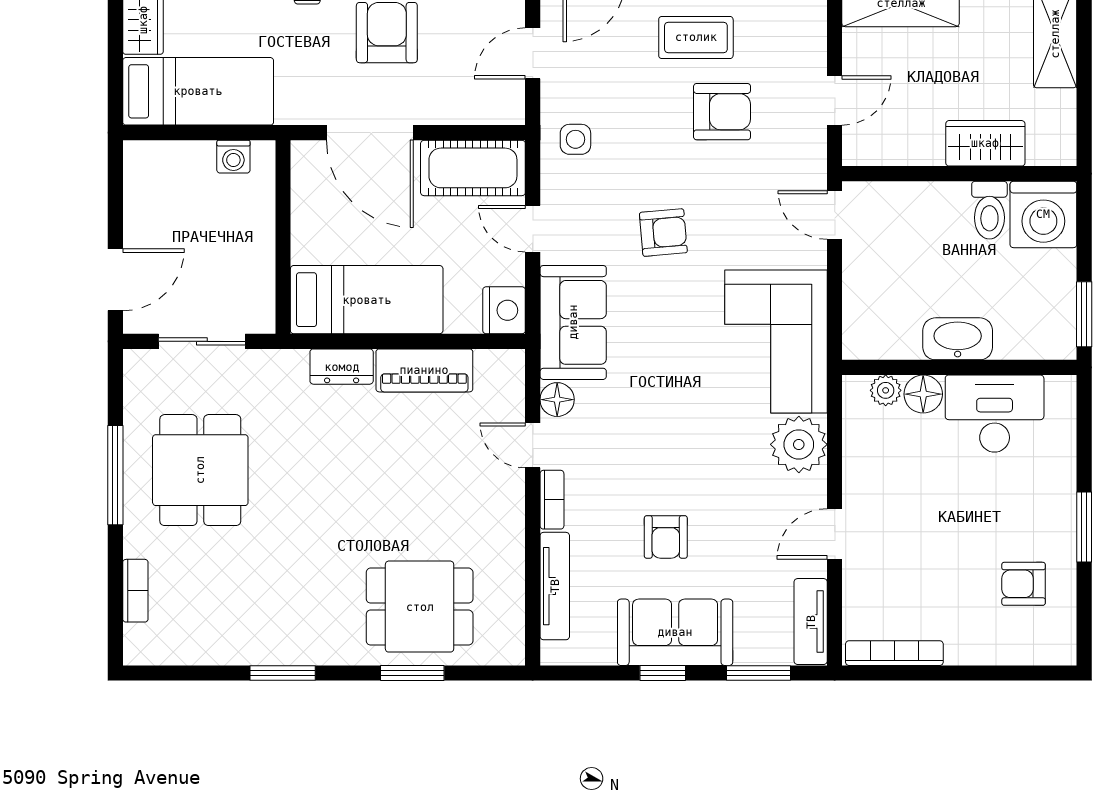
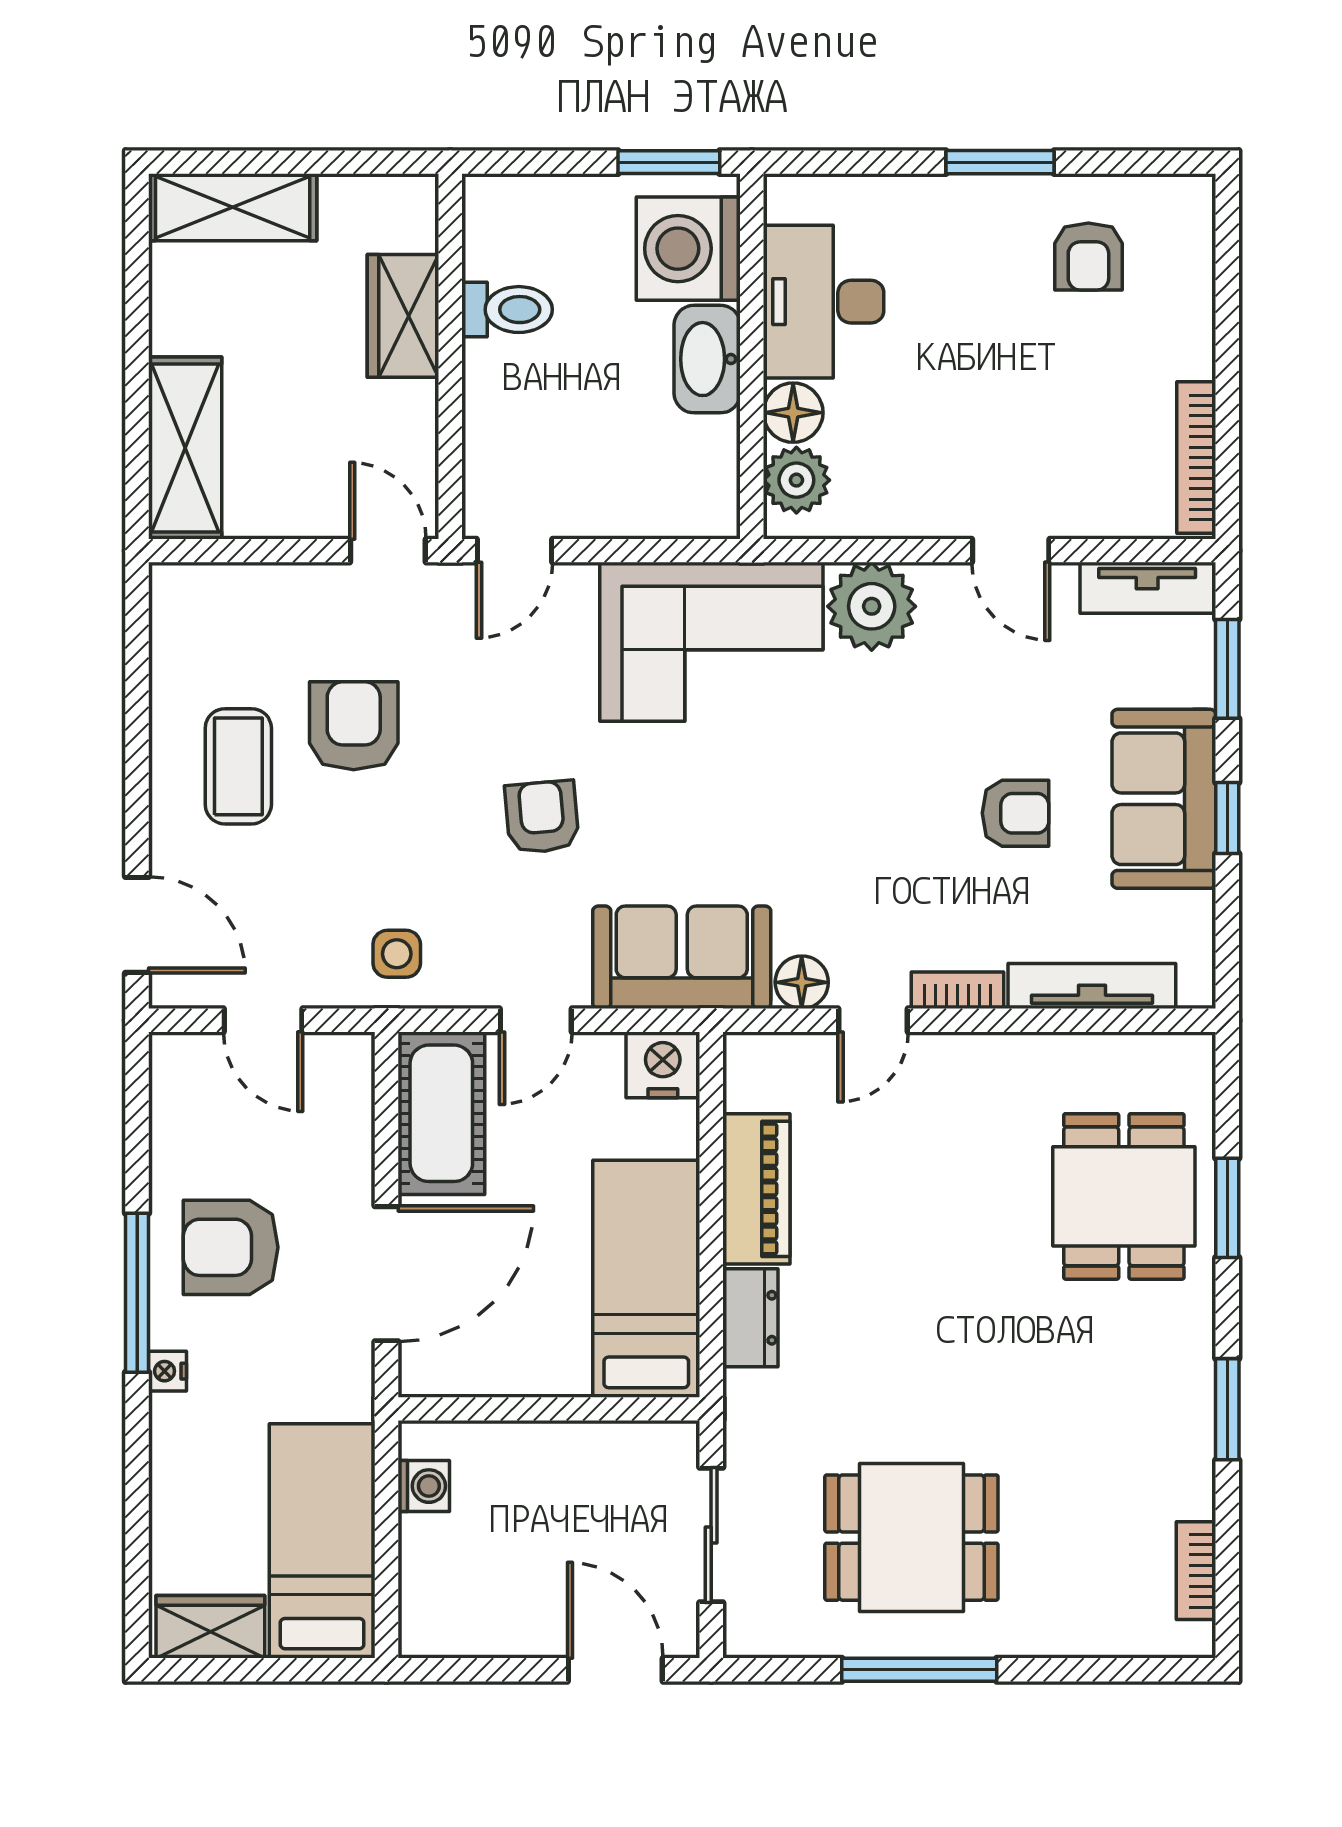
door: (835, 100) -> (388, 551), moved
washing machine: (1043, 214) -> (688, 249), moved, turned 180
plant: (886, 390) -> (796, 480), width x1.38, depth x1.38
bookcase: (135, 591) -> (1196, 1571), moved, turned -90

